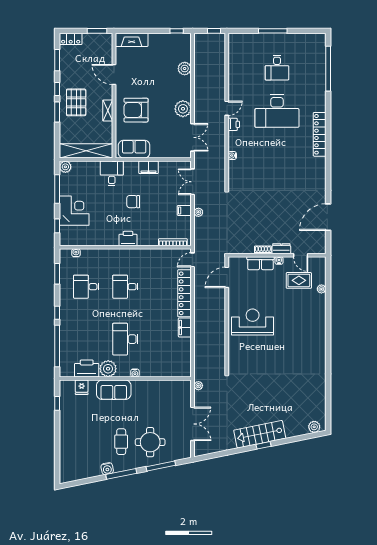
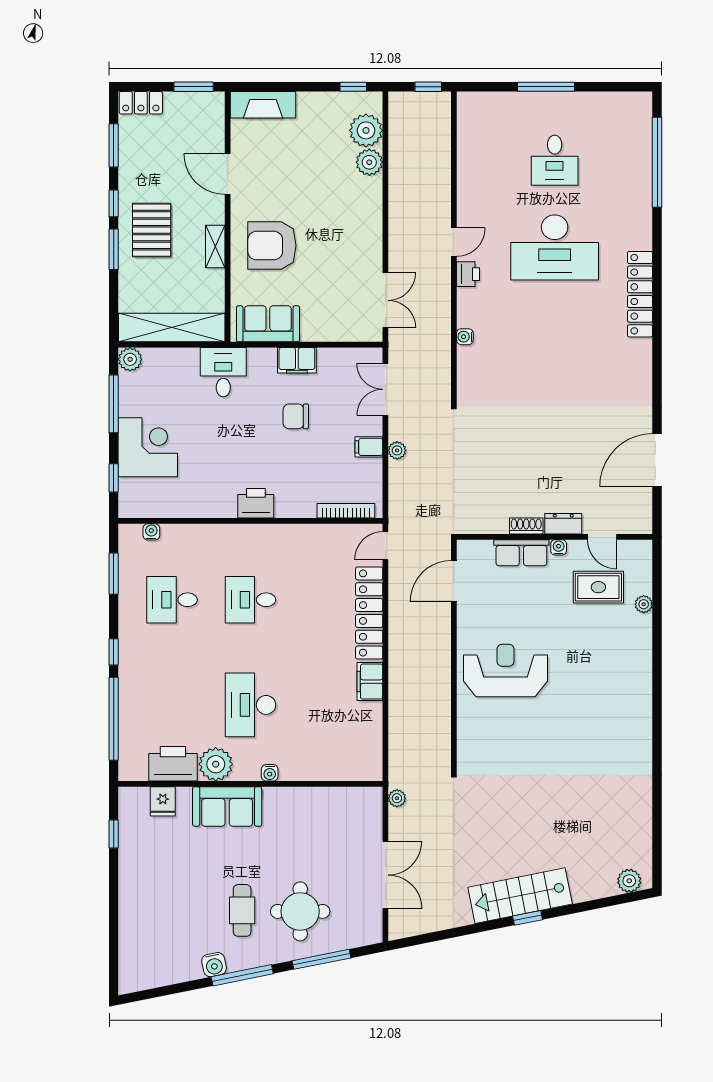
plant: (183, 109) -> (366, 130), moved
chair: (133, 202) -> (296, 416), moved

